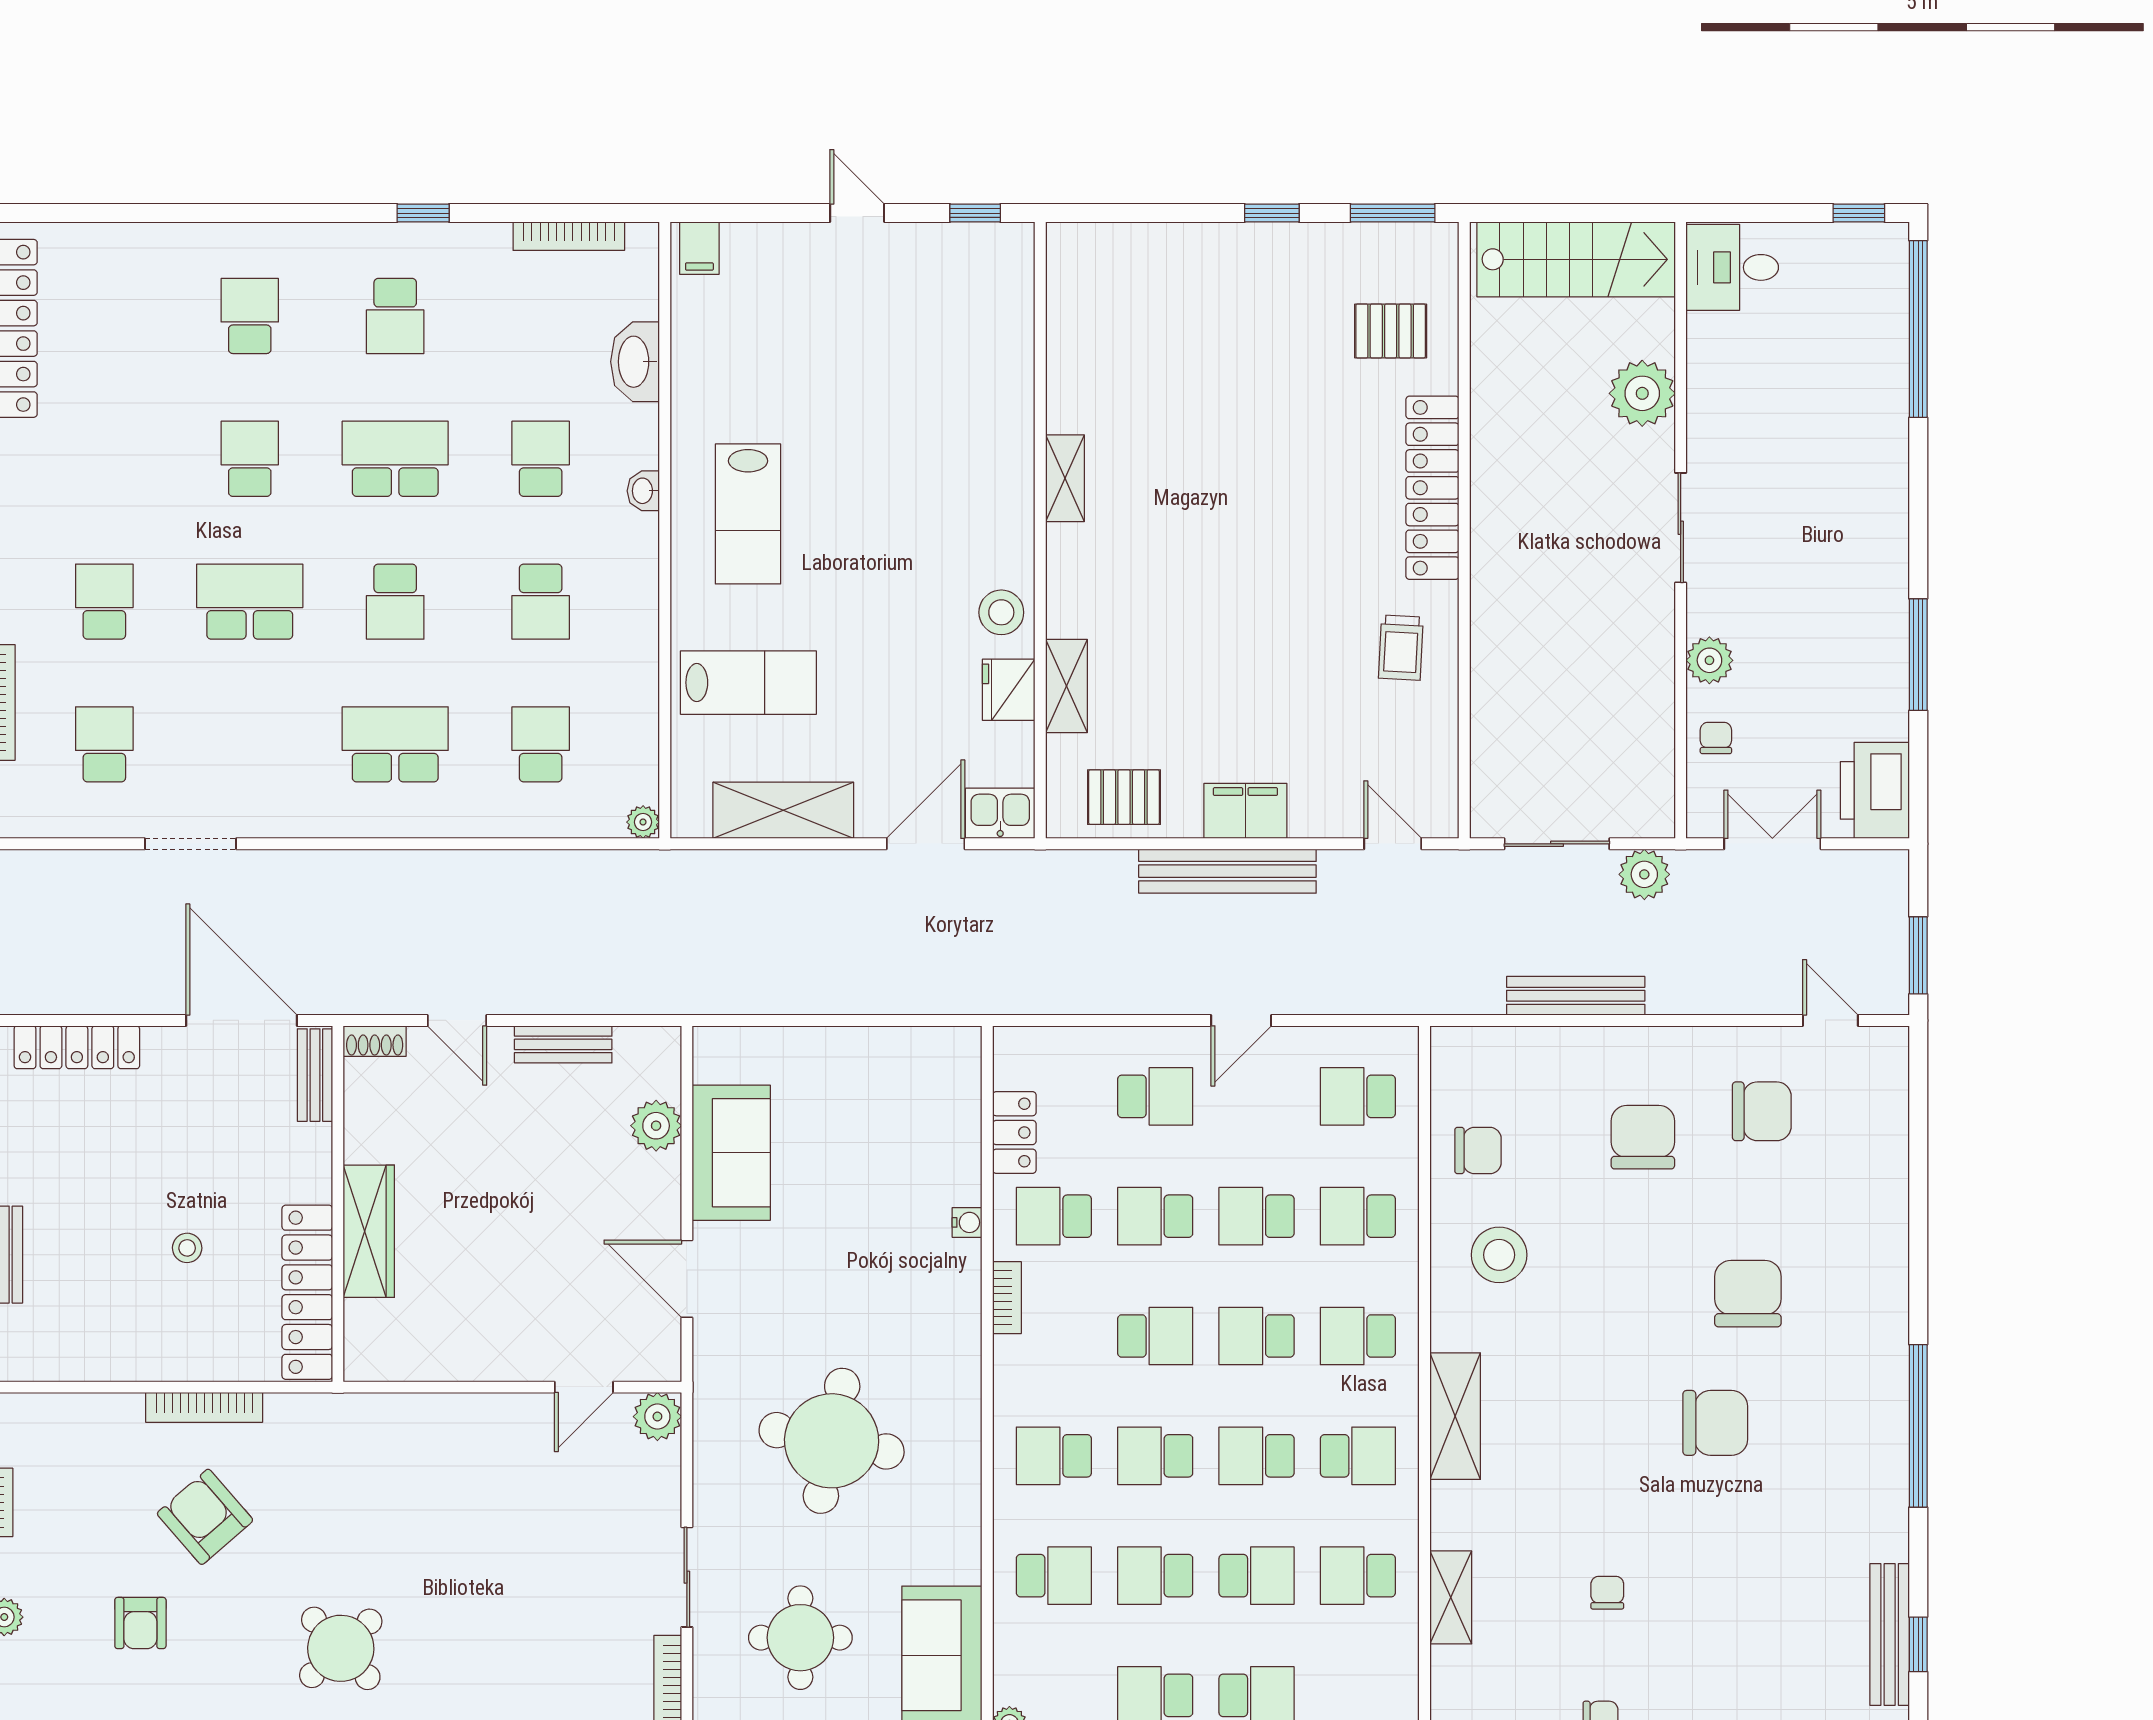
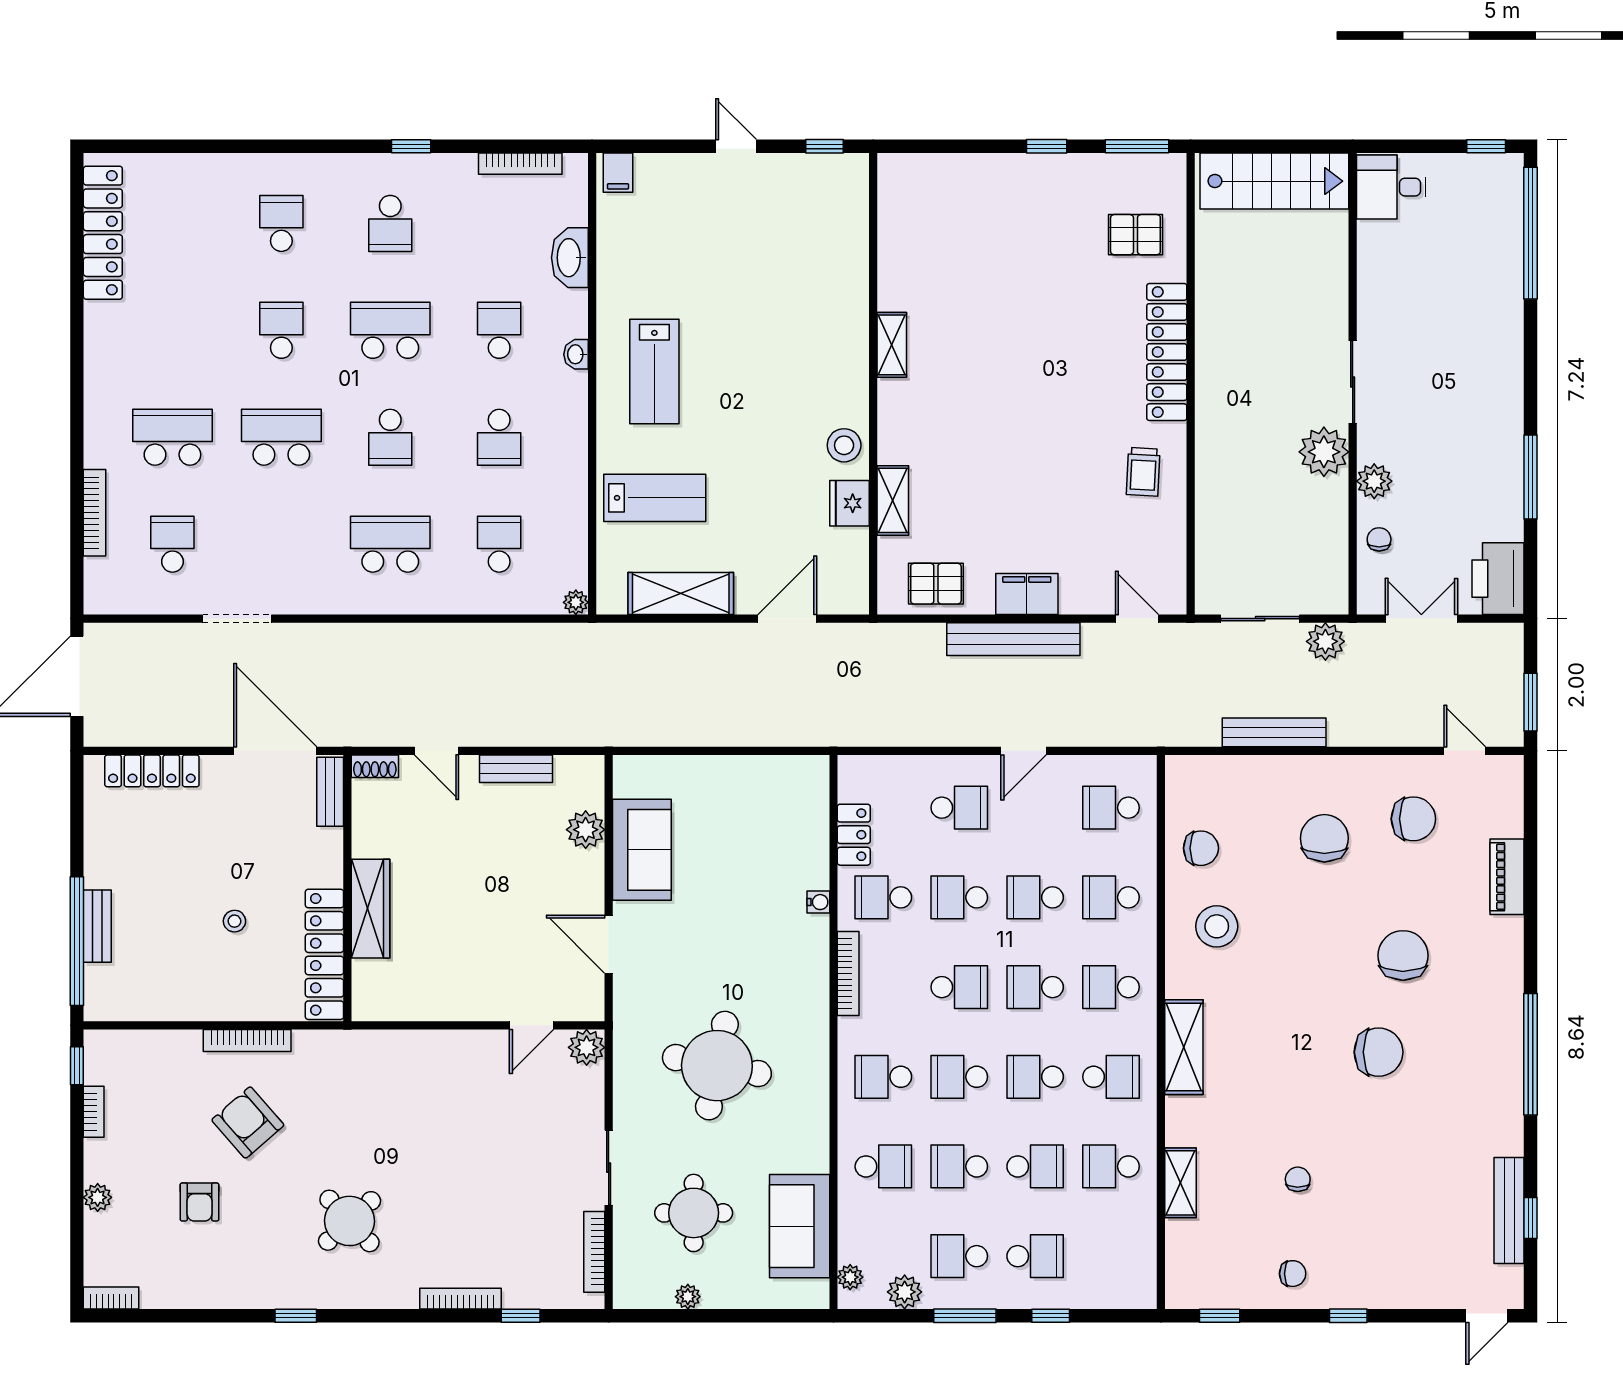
plant: (1642, 393) -> (1324, 452), moved
school desk: (104, 602) -> (172, 437), width x1.85
kitchen sink: (1000, 813) -> (843, 596), removed
piano: (1887, 1189) -> (1507, 877), added
bookcase: (1007, 1298) -> (848, 973), width x1.56

